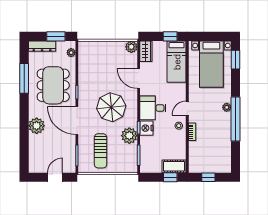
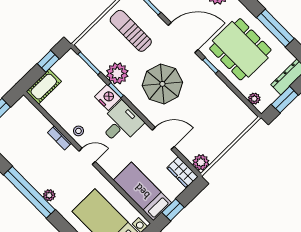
door: (187, 108) -> (87, 156), hinge flipped
window: (170, 177) -> (48, 61), moved

